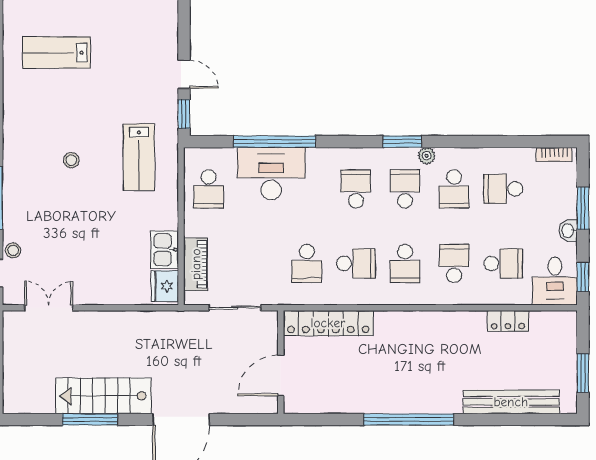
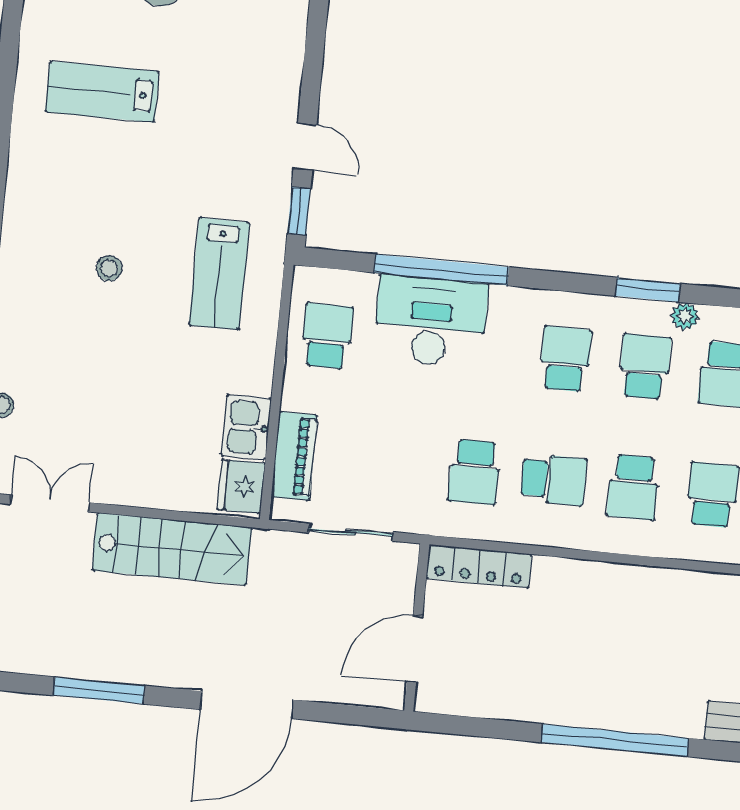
school desk: (209, 189) -> (327, 336), turned 180
locker: (328, 323) -> (479, 566), width x0.71, depth x0.83
stairs: (103, 396) -> (172, 549), moved, turned 180

